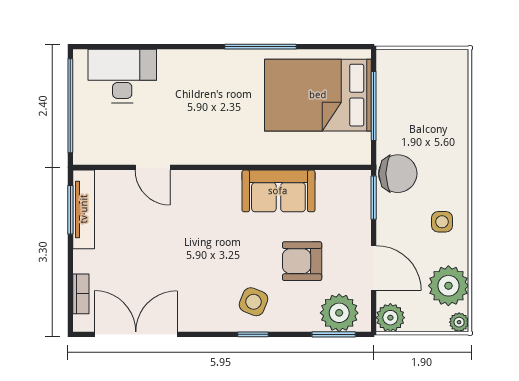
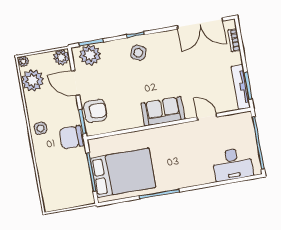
sofa: (278, 191) -> (163, 111), moved
side table: (442, 222) -> (41, 128), moved
armchair: (302, 261) -> (95, 111), moved

